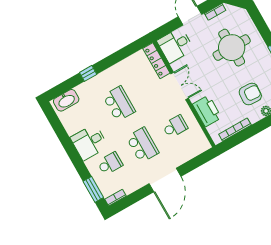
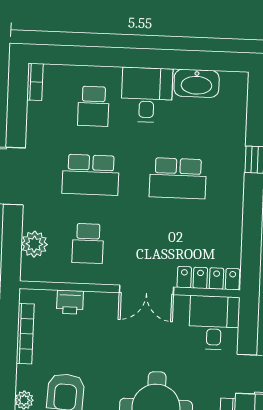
washbasin: (66, 100) -> (197, 83), moved, turned -90
printer: (207, 111) -> (70, 302), width x0.53, depth x0.68
plant: (191, 151) -> (34, 244), added
window: (93, 189) -> (69, 55), removed

